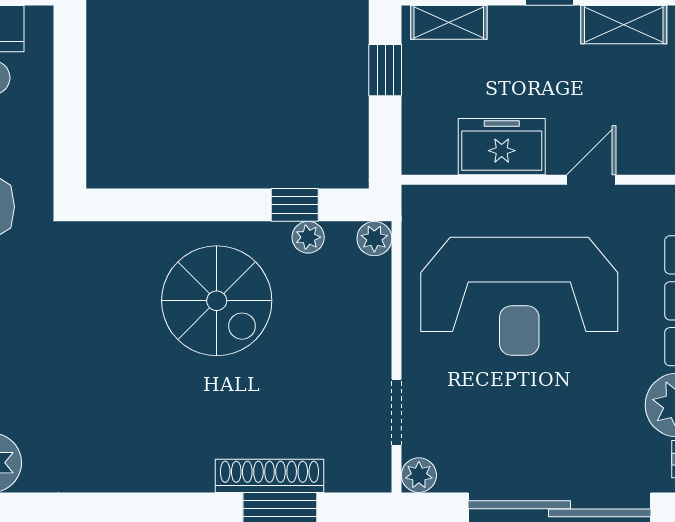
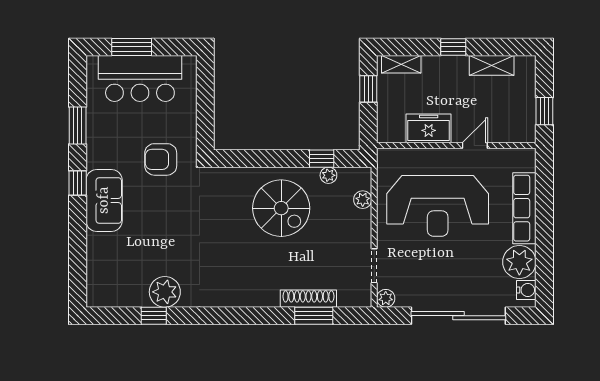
plant: (374, 239) -> (363, 200), moved

